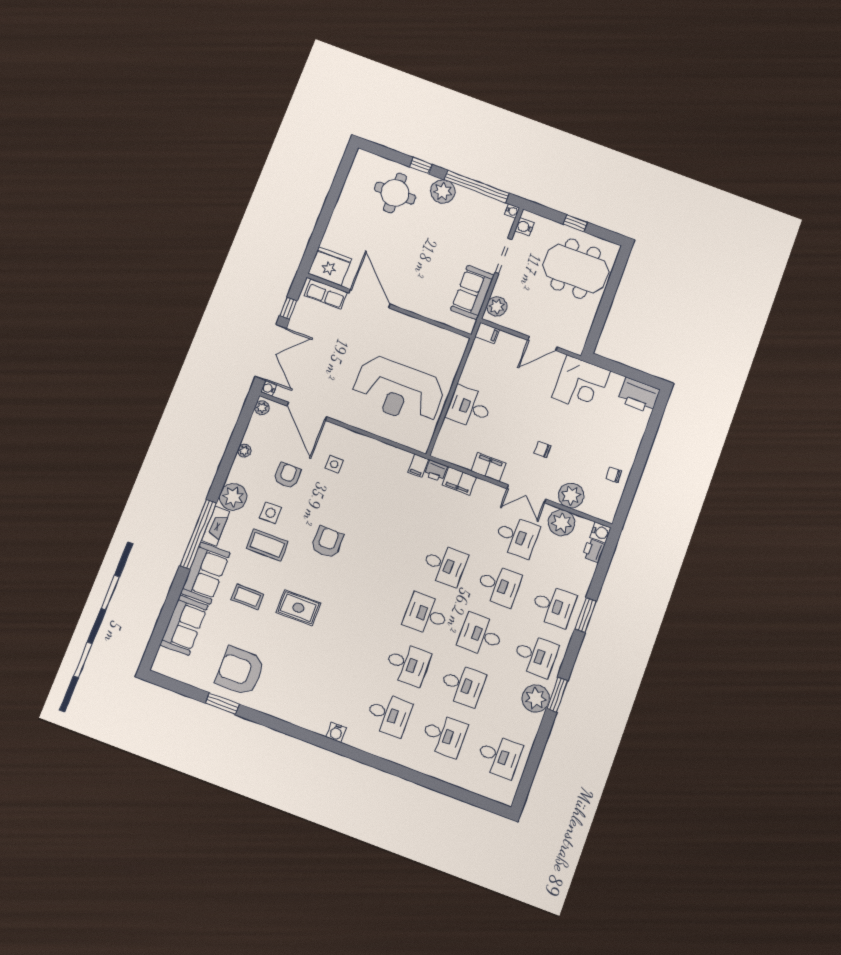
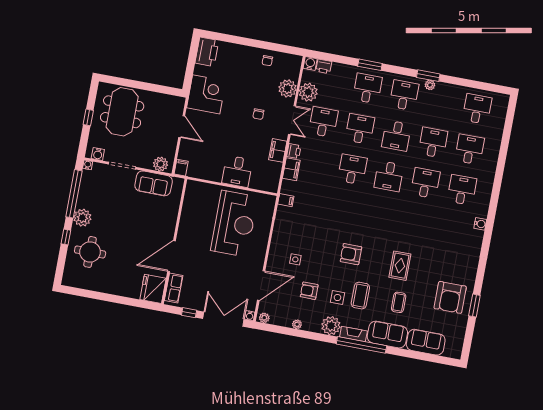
printer: (436, 471) -> (294, 151), moved
plant: (536, 698) -> (430, 85), width x0.53, depth x0.53

